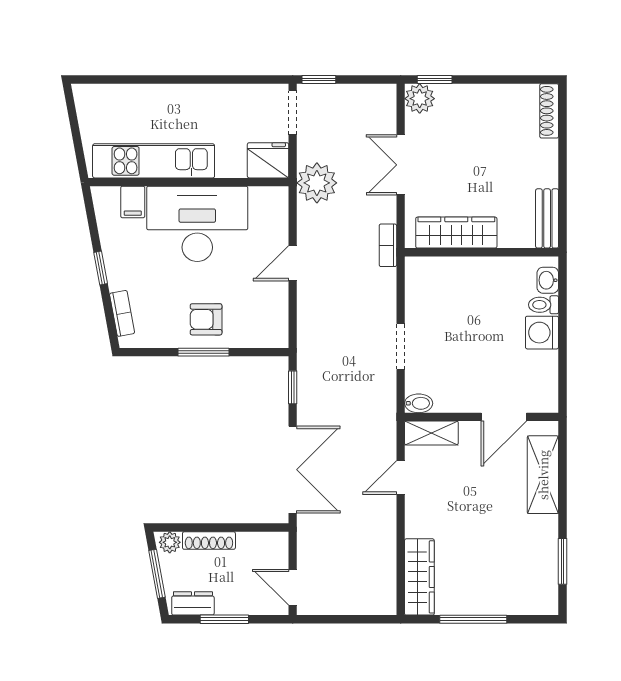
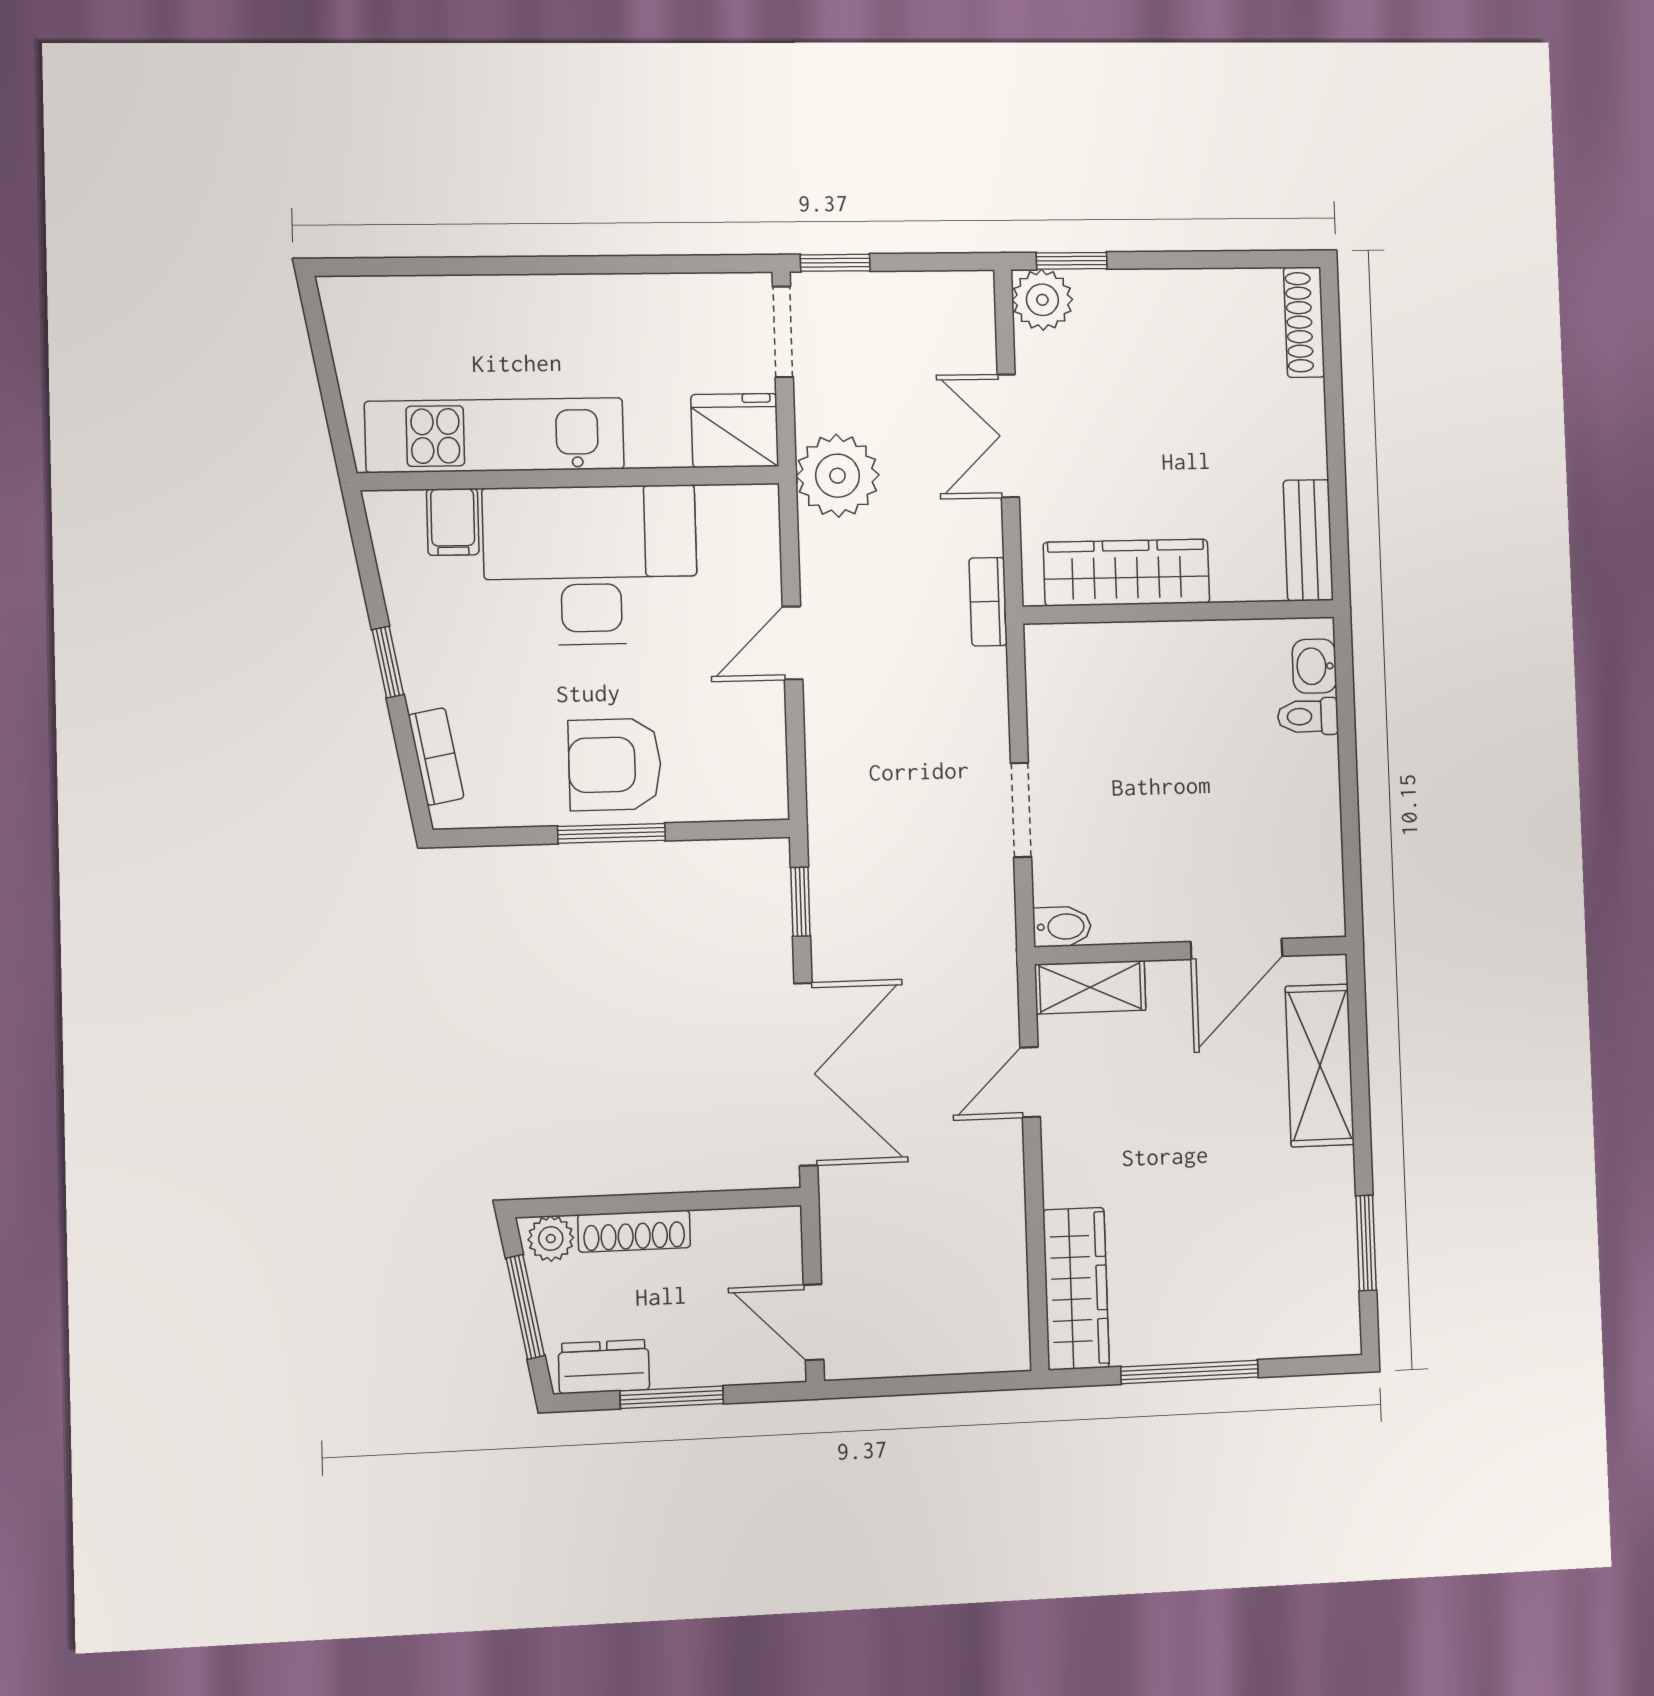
armchair: (206, 319) -> (615, 764), width x1.38, depth x1.38
washing machine: (542, 333) -> (1307, 773), removed

